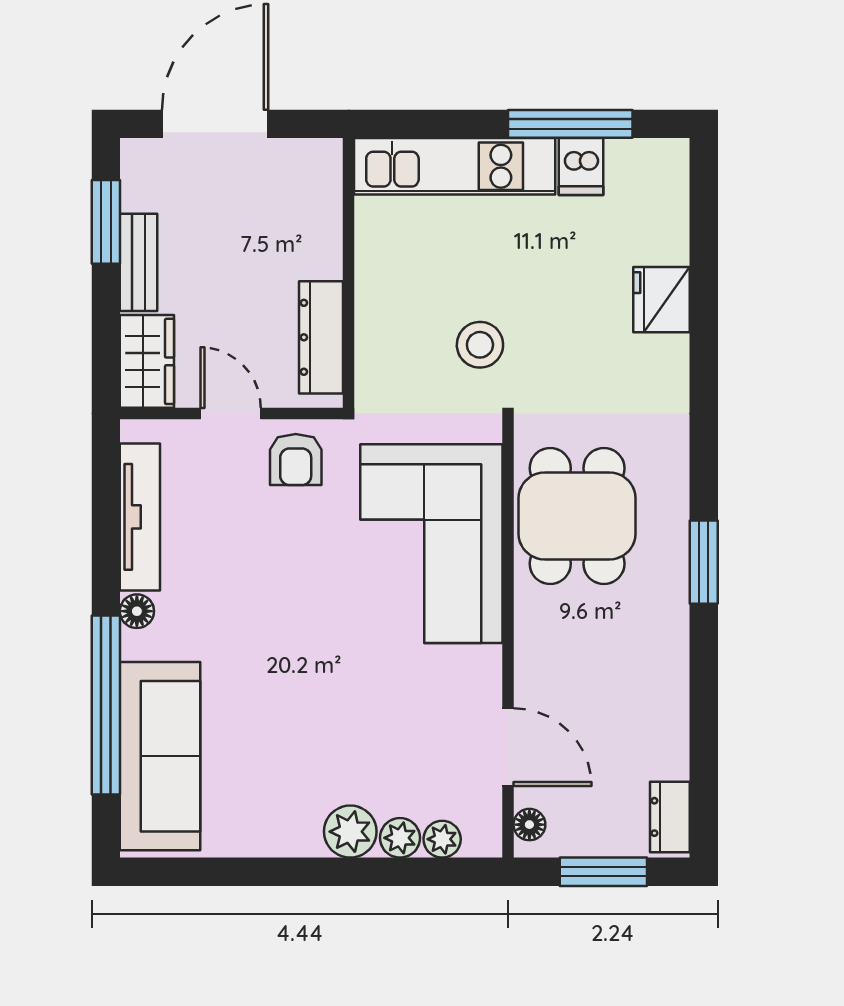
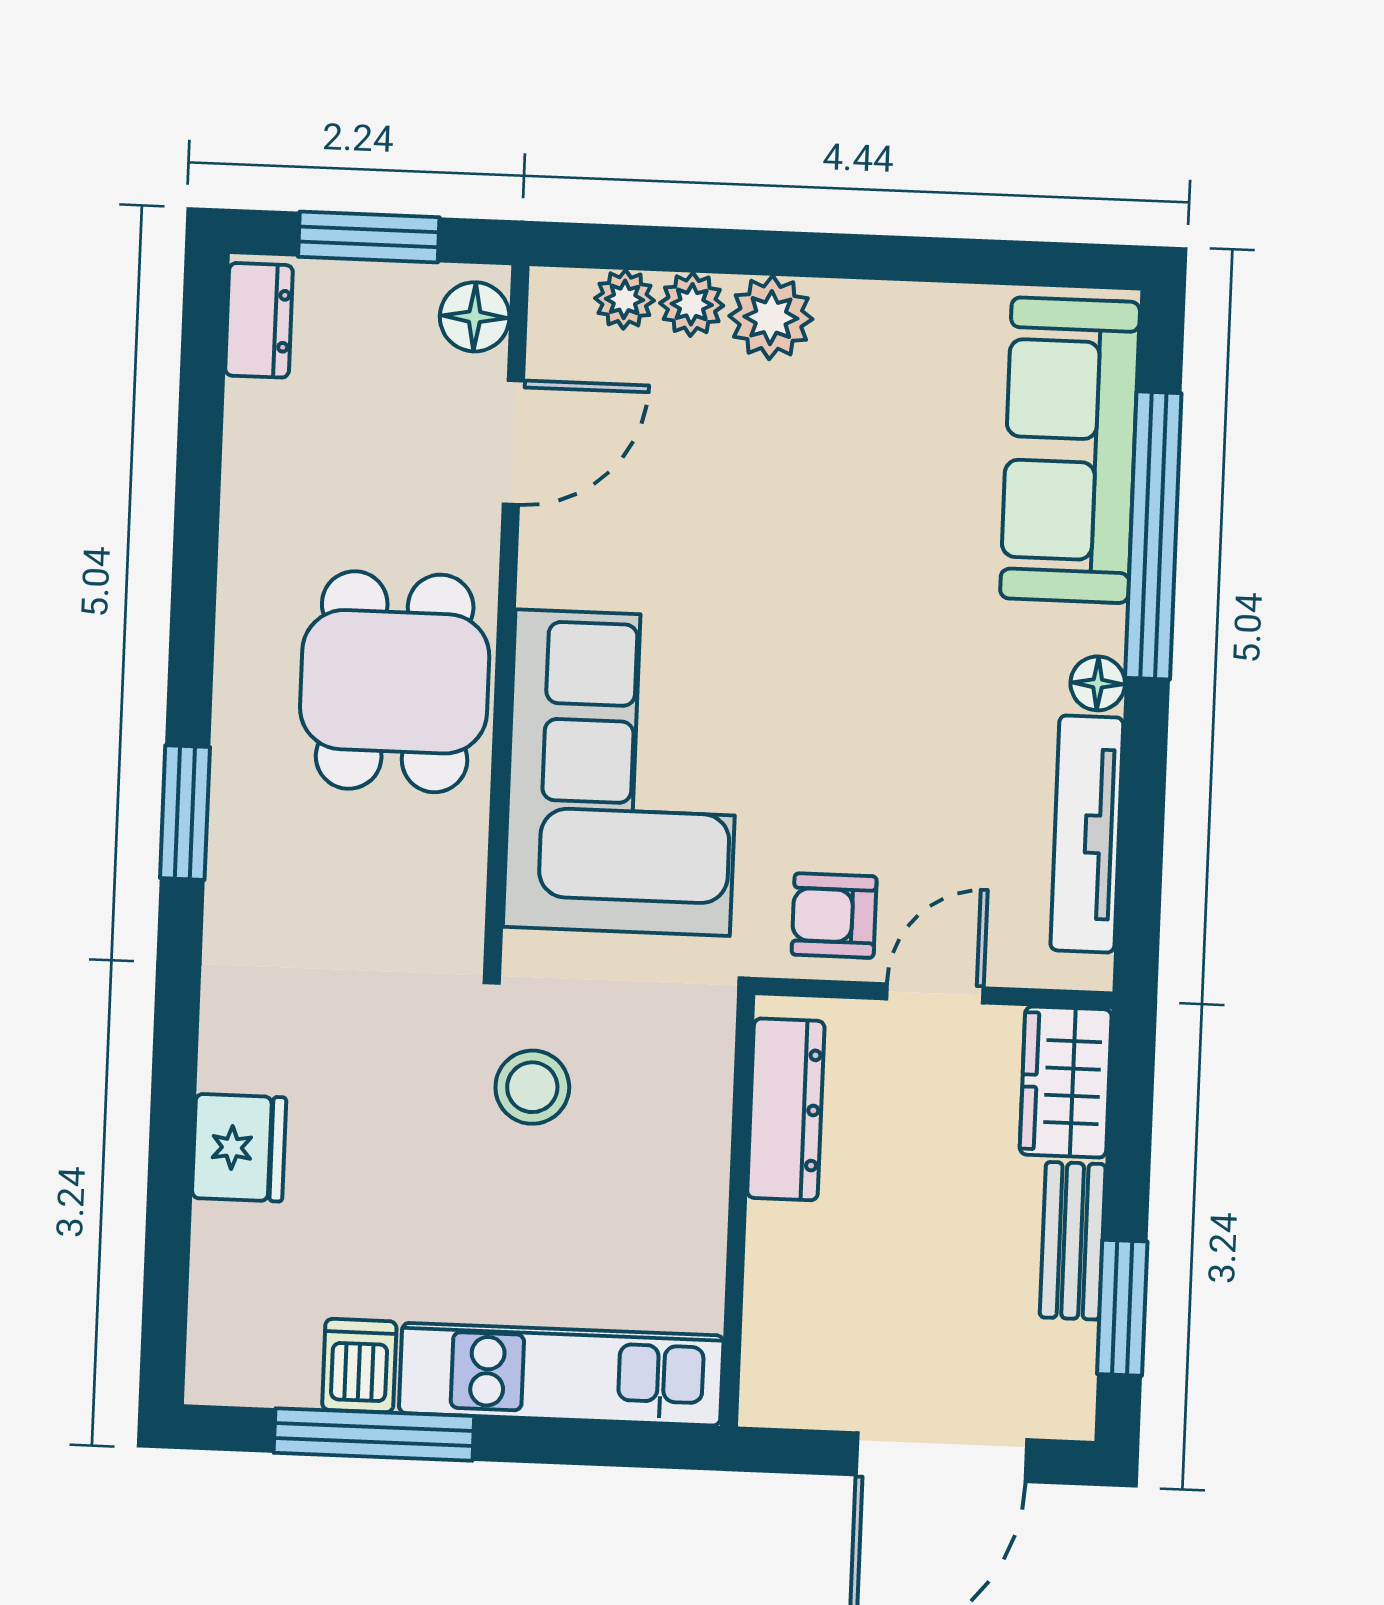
door: (231, 413) -> (935, 993), swing flipped
armchair: (296, 460) -> (834, 916), turned -90
dining table: (577, 516) -> (395, 682), moved
window: (704, 562) -> (185, 813), moved
door: (508, 747) -> (513, 442), swing flipped
floor lamp: (529, 825) -> (475, 317), width x1.37, depth x1.37

